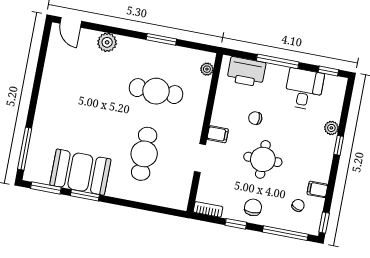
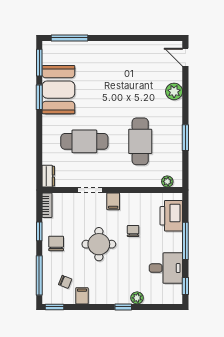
door: (71, 22) -> (185, 57), hinge flipped
dresser: (176, 202) -> (48, 176), added
chair: (253, 207) -> (56, 243), turned -90

